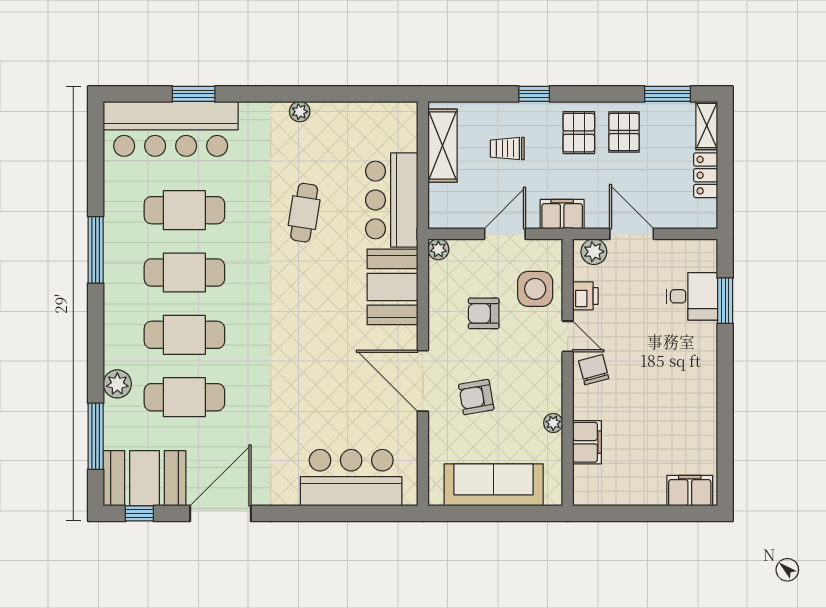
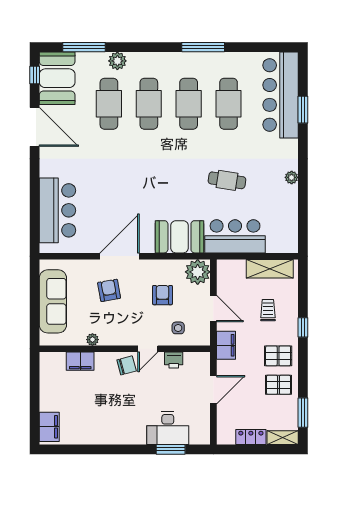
plant: (438, 249) -> (198, 272), width x1.87, depth x1.87
plant: (594, 252) -> (202, 366), removed
side table: (535, 289) -> (178, 328), width x0.54, depth x0.54
desk: (692, 296) -> (168, 428), width x1.37

